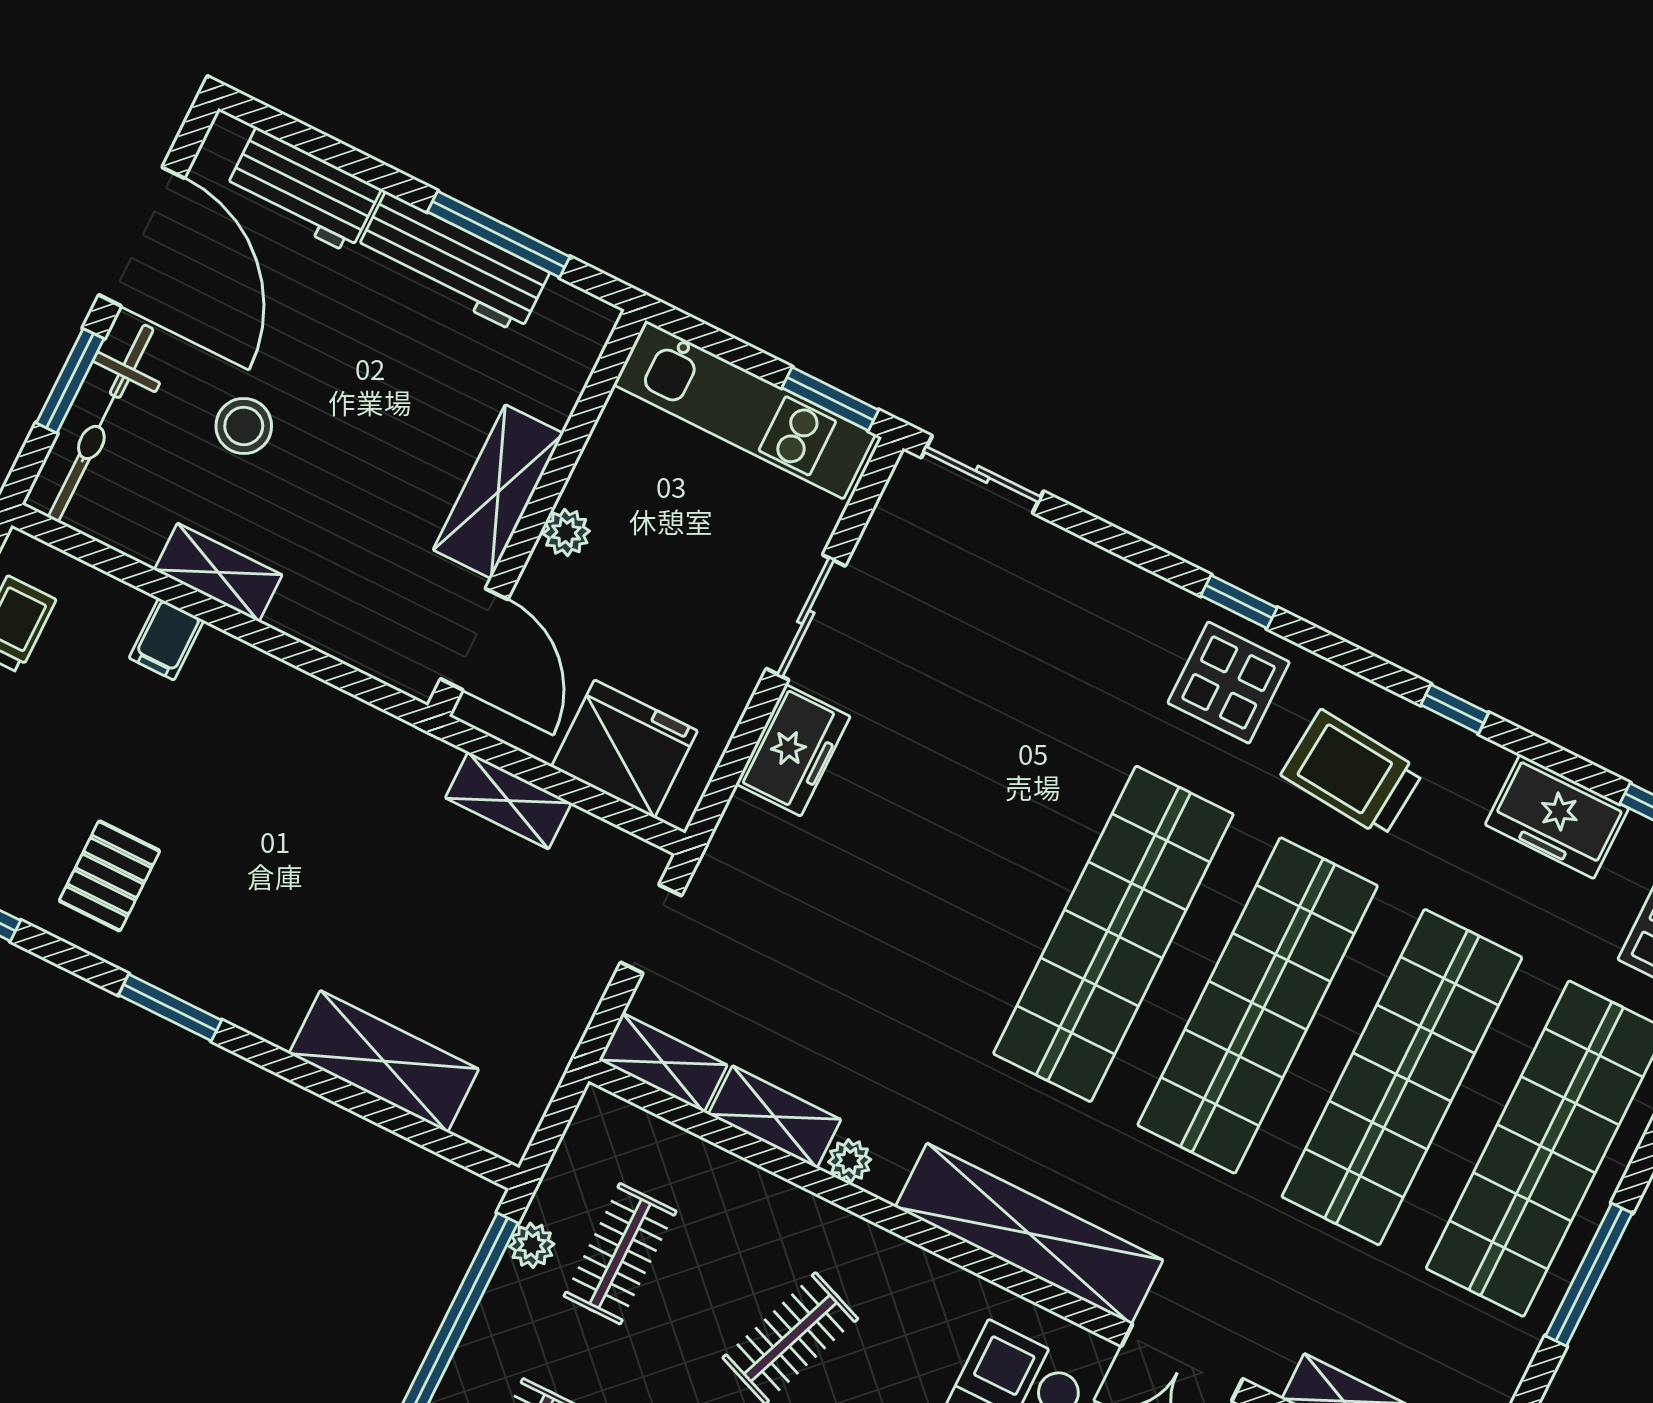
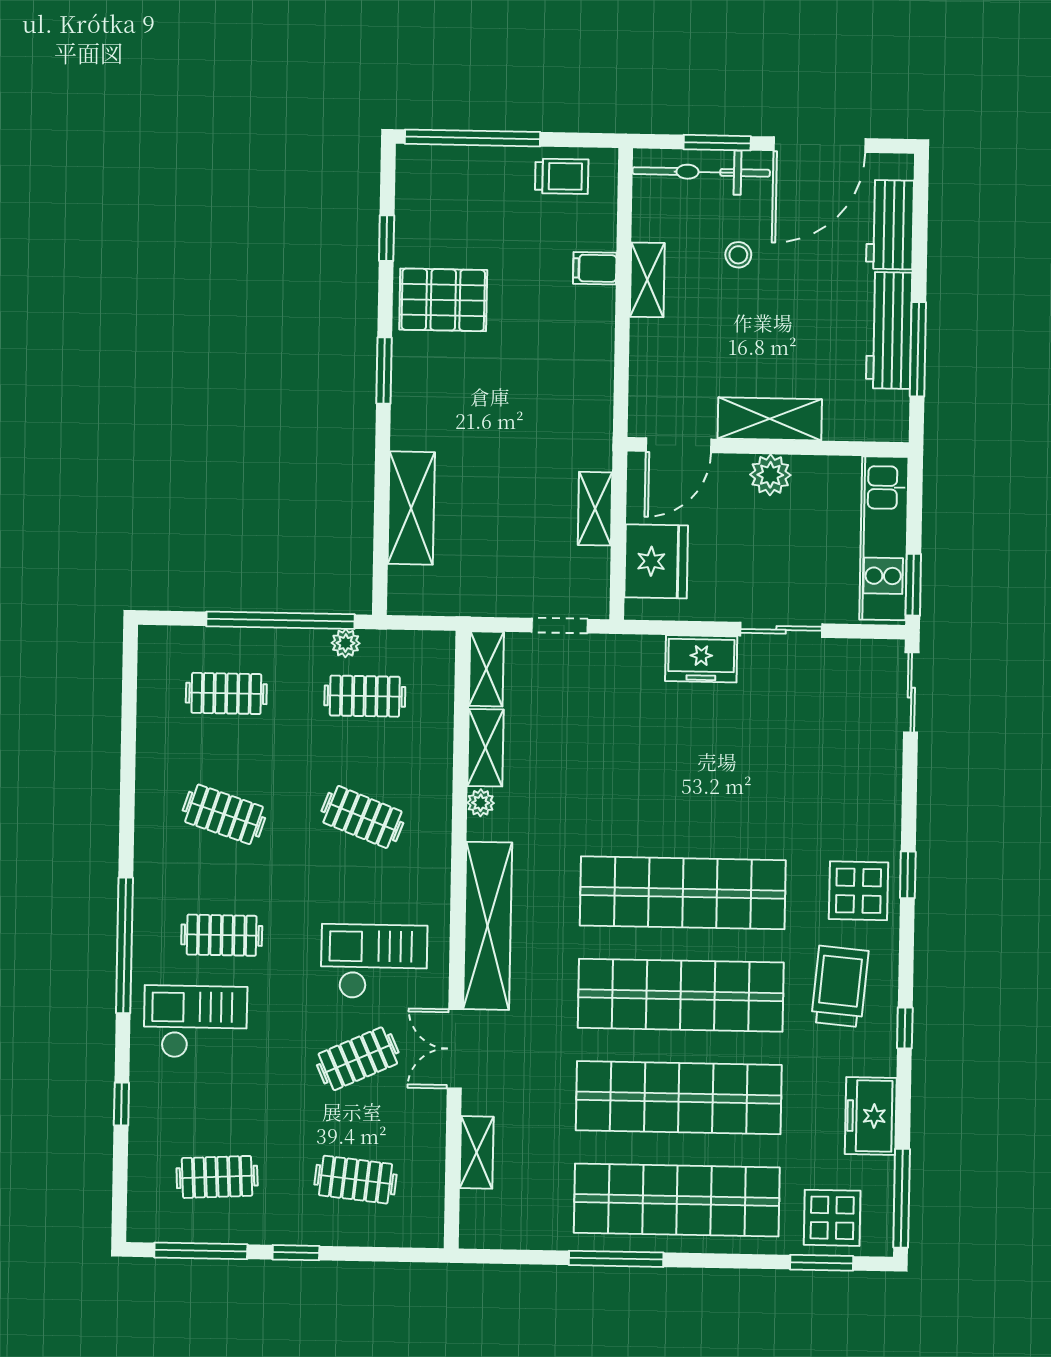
stool: (244, 426) -> (738, 255), width x0.73, depth x0.73
plant: (566, 532) -> (770, 475), width x1.38, depth x1.38
pallet: (109, 876) -> (443, 300), width x1.50, depth x1.42

